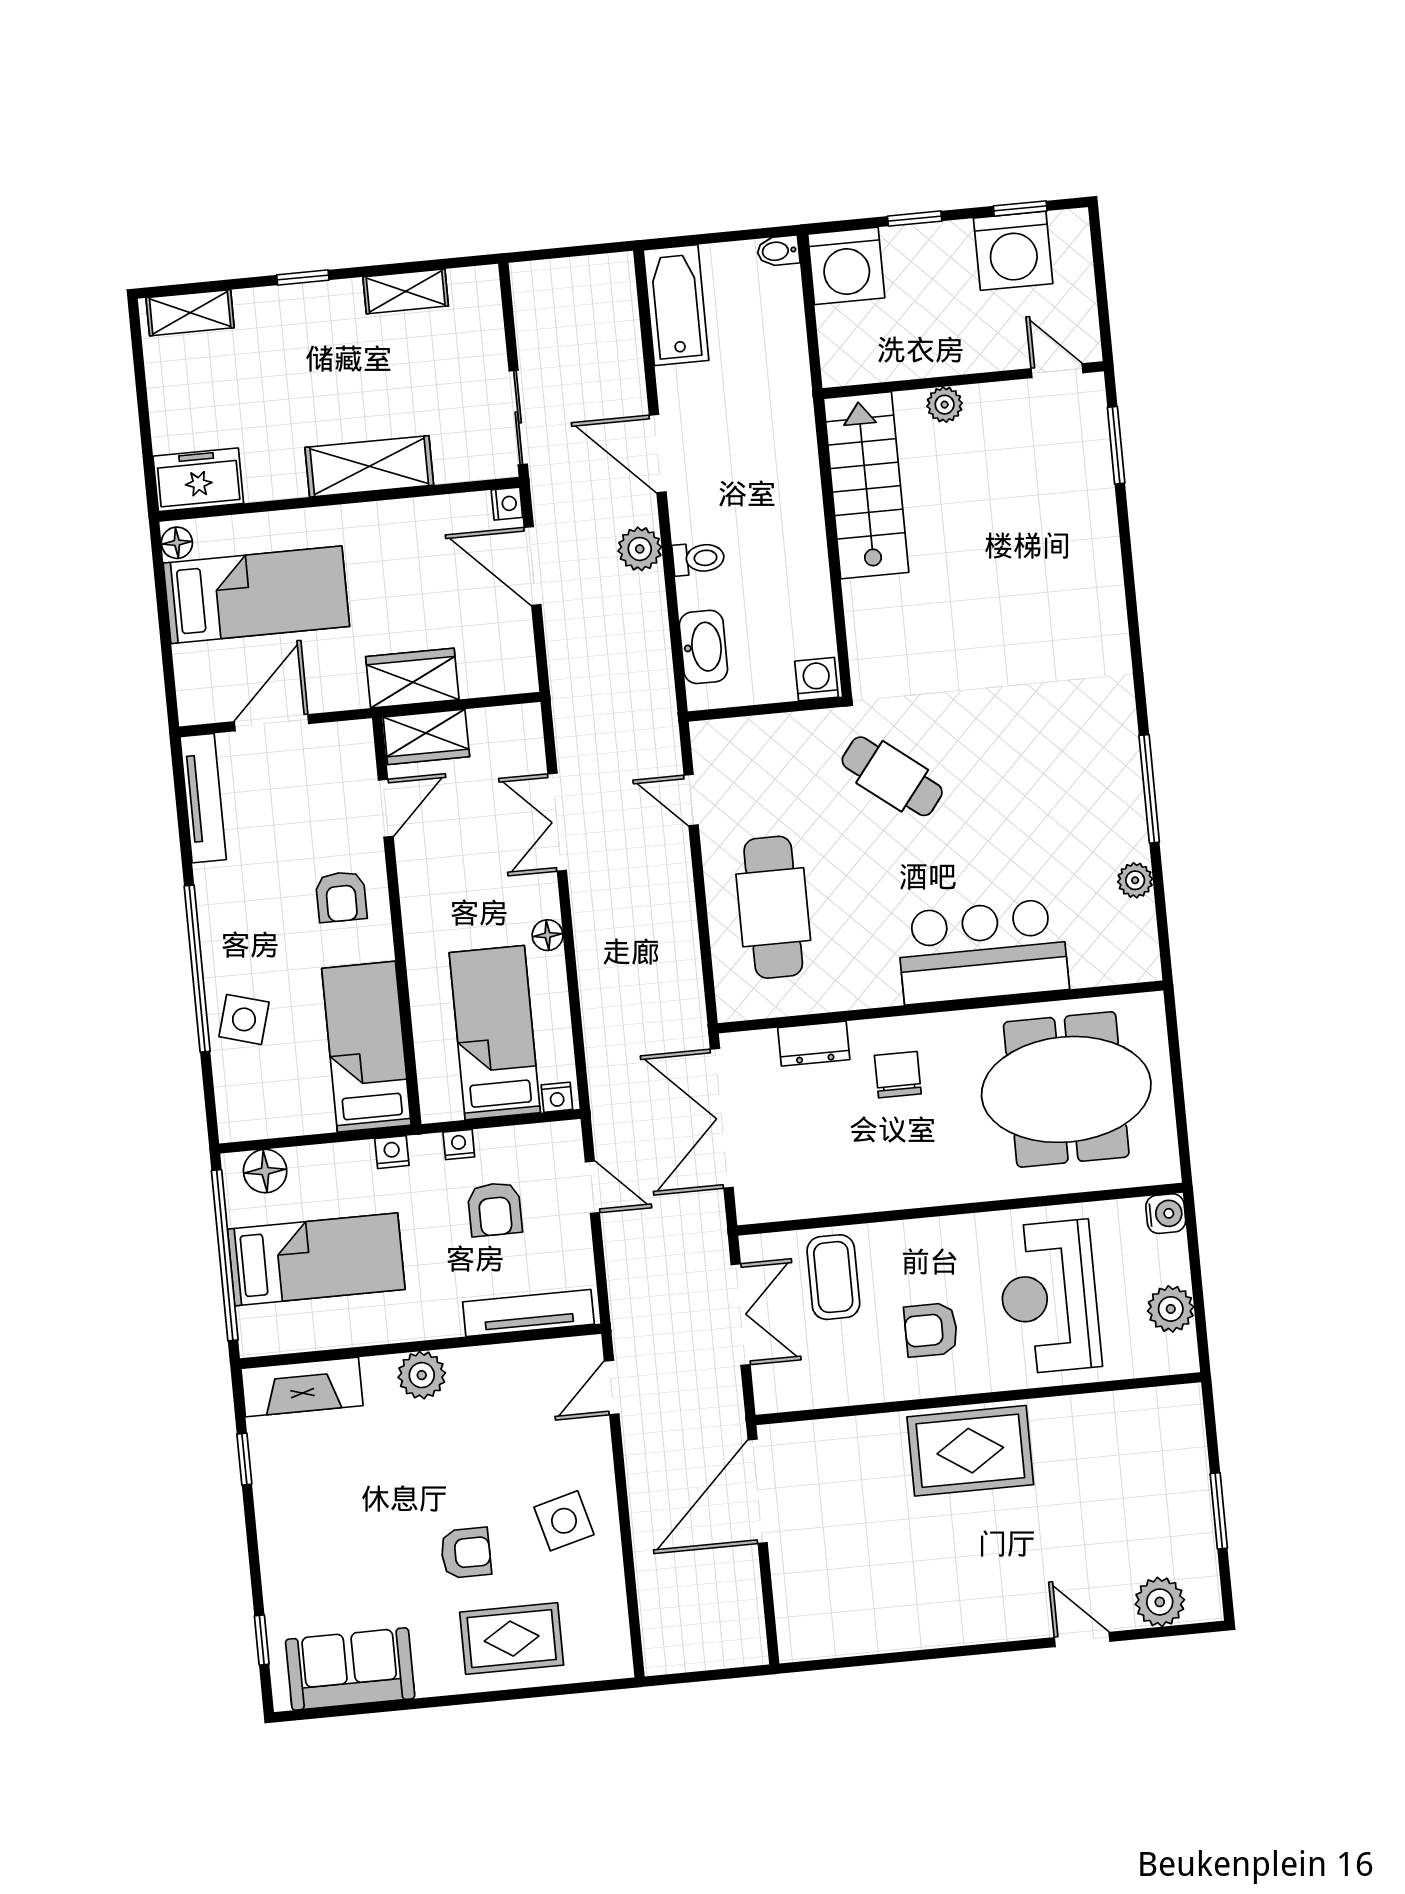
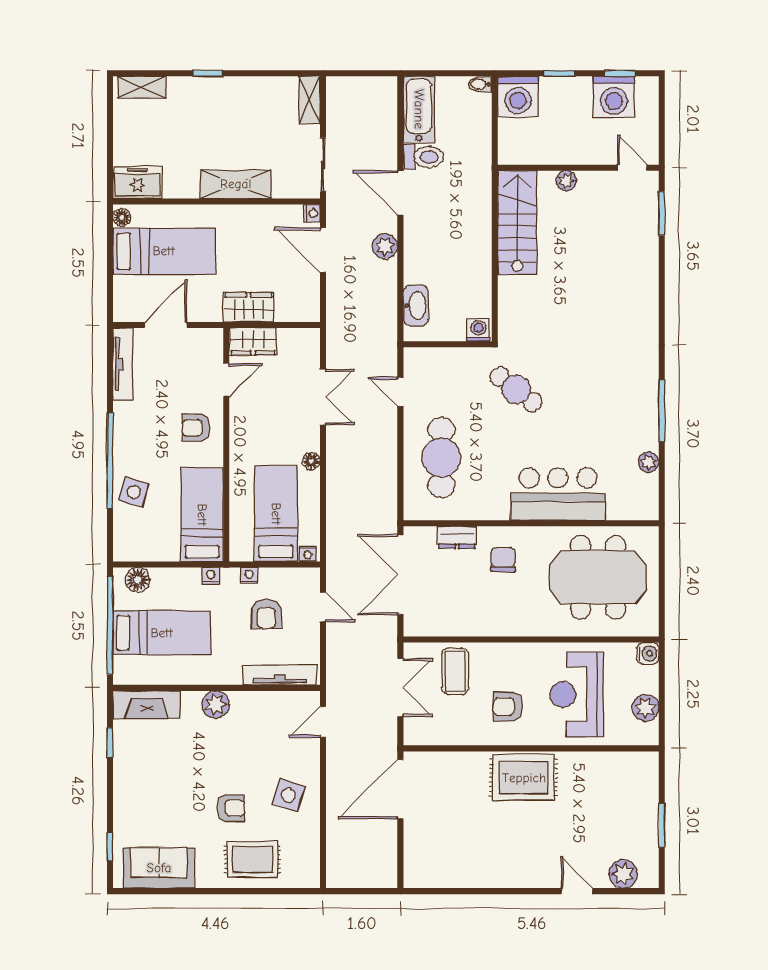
shelving: (406, 291) -> (309, 100), moved, turned 90
toilet: (698, 558) -> (423, 157), moved, width x1.37, depth x1.39
double door: (557, 822) -> (323, 397), swing flipped
armchair: (341, 897) -> (196, 428), turned 90
side table: (564, 1521) -> (289, 795), turned 33

